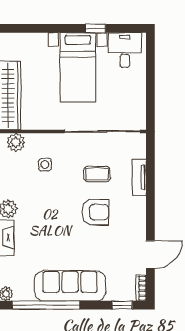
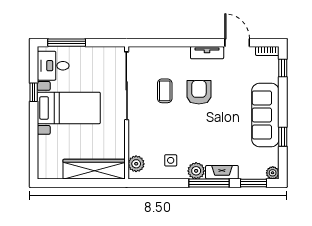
window: (150, 65) -> (67, 43), added
side table: (45, 165) -> (171, 160), moved
tv unit: (139, 177) -> (207, 53), moved
window: (46, 305) -> (283, 137), width x0.32

